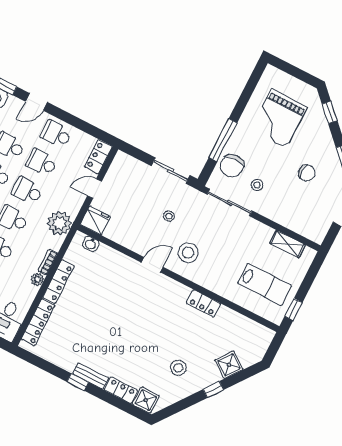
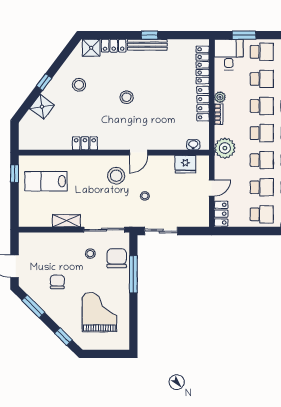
chair: (307, 173) -> (57, 282), turned 90
fridge: (95, 220) -> (185, 164), moved
shelving: (287, 244) -> (66, 221), moved
stool: (135, 329) -> (127, 97), added
bench: (91, 376) -> (147, 45), width x1.36

